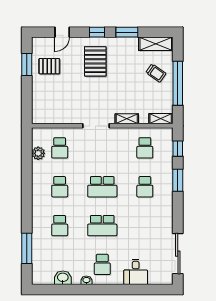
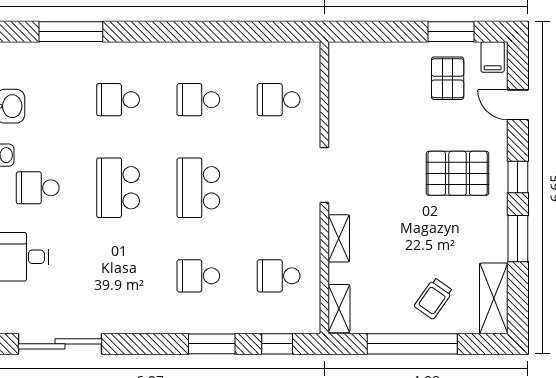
filing cabinet: (39, 44) -> (493, 57), added
plant: (38, 153) -> (267, 55), removed

